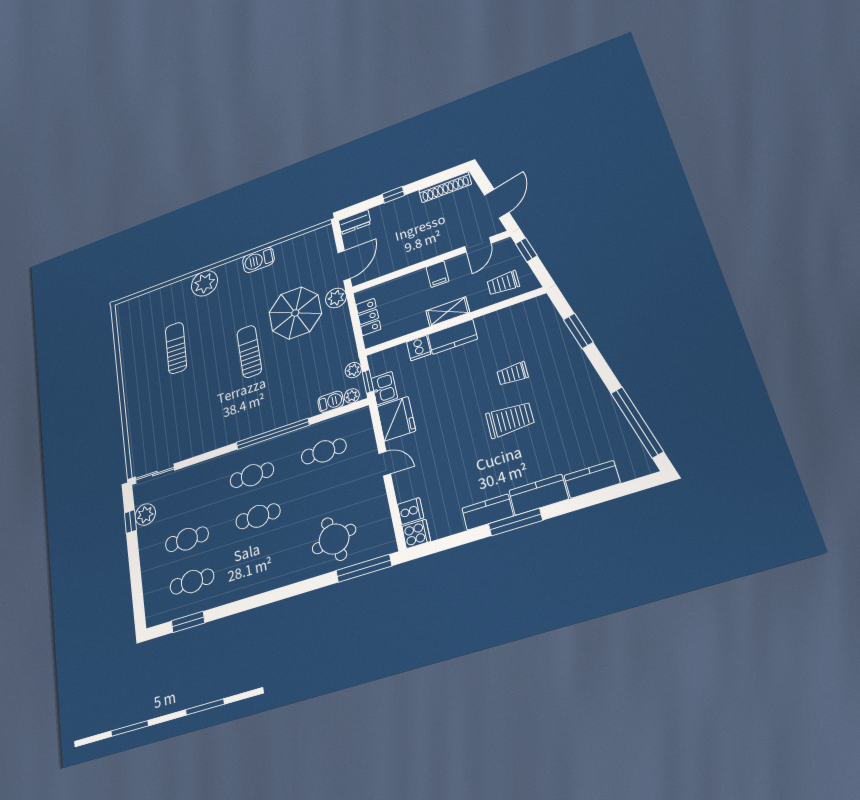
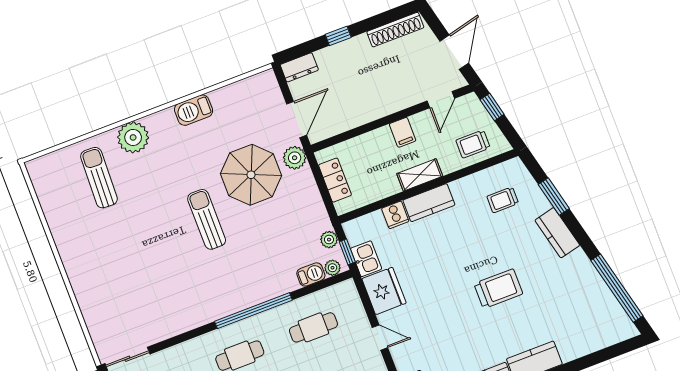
sun lounger: (176, 348) -> (99, 178), moved
trolley: (512, 374) -> (503, 200), moved
kitchen counter: (592, 479) -> (557, 233), moved, turned -104

